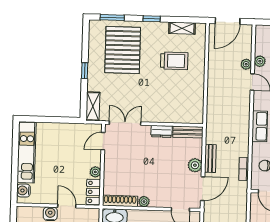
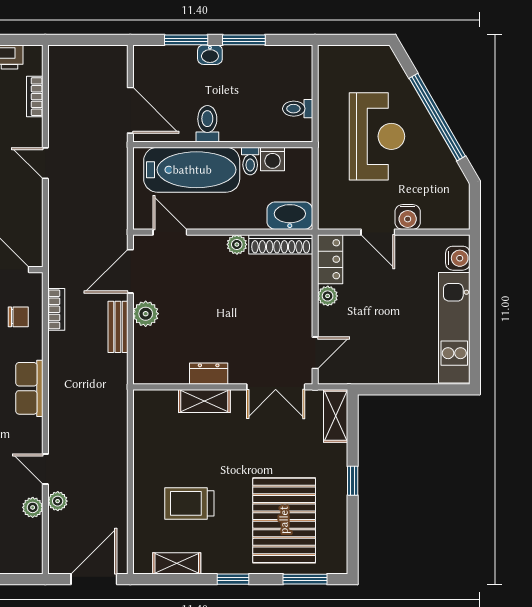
shelving: (164, 117) -> (204, 401), added
bench: (188, 132) -> (160, 374), removed

